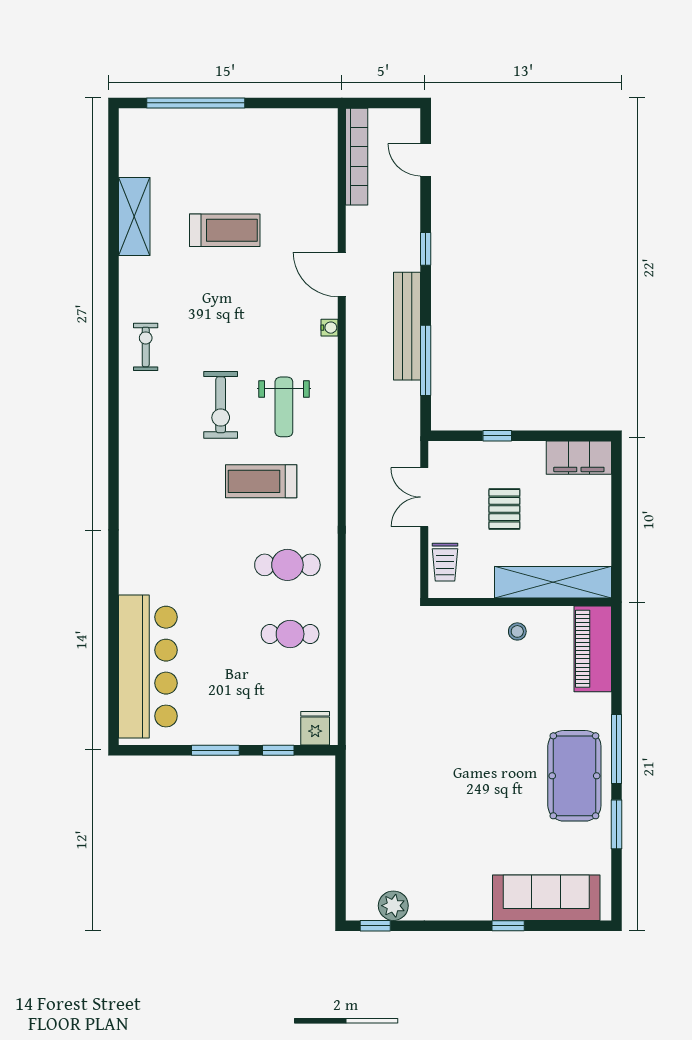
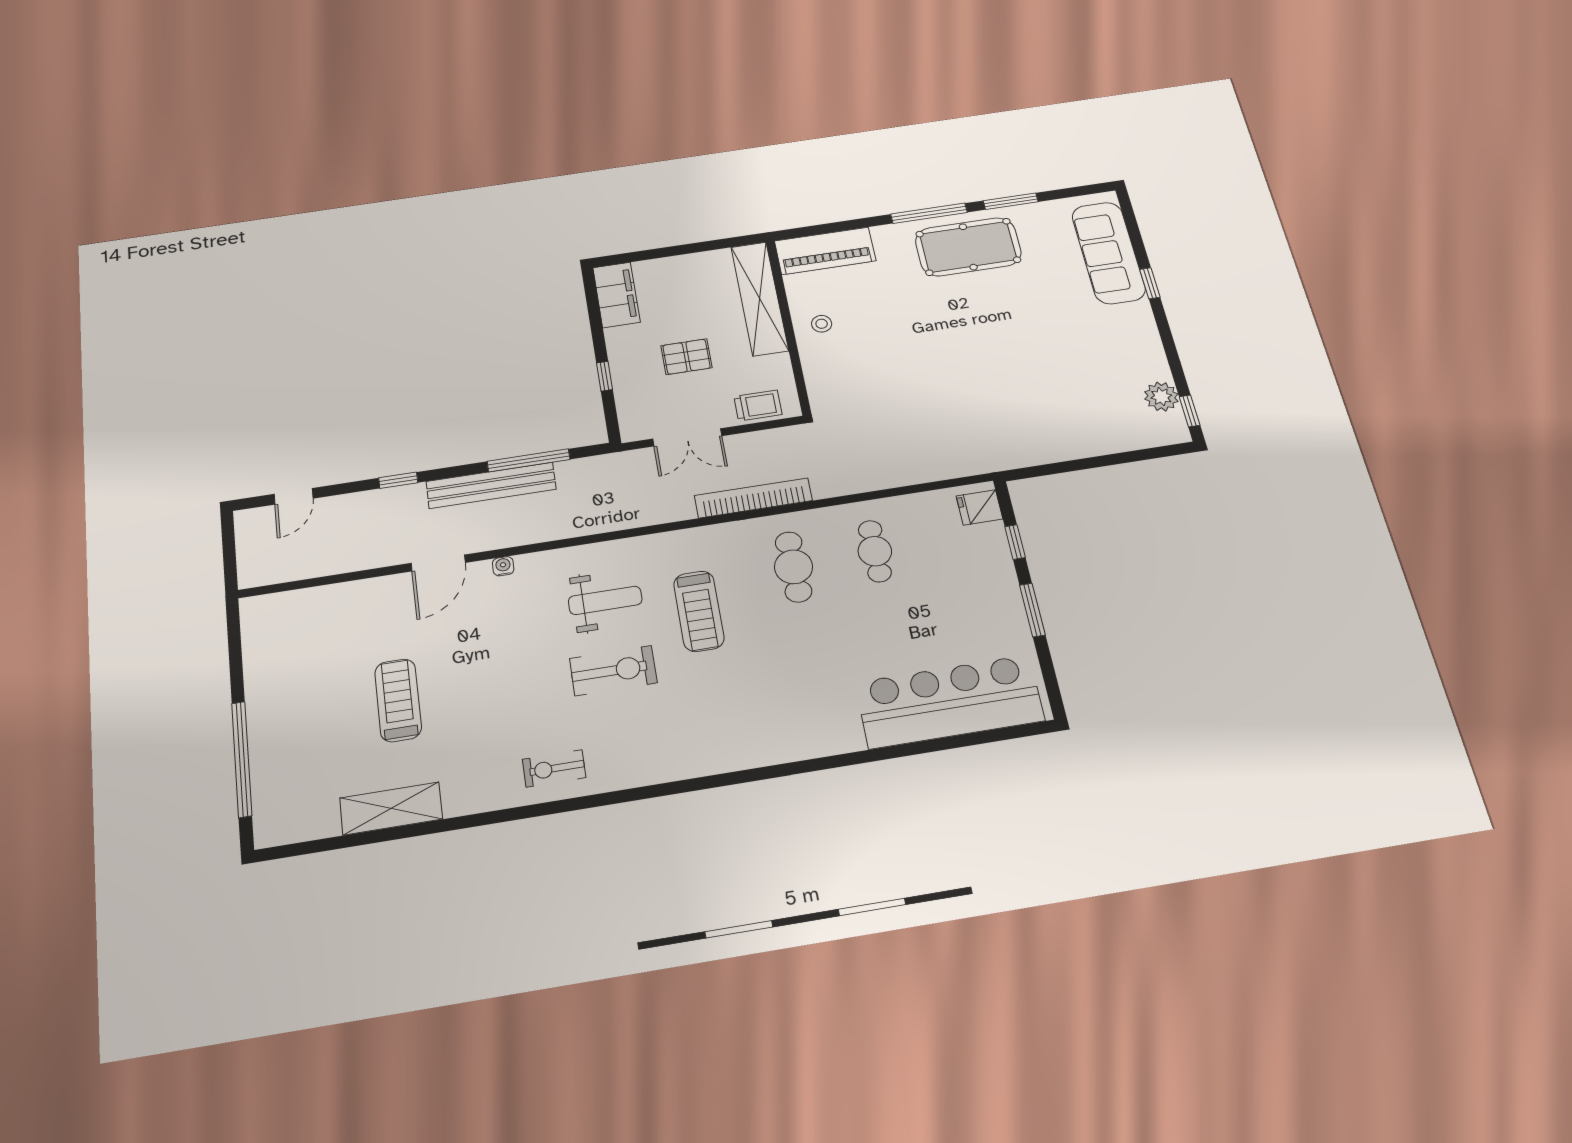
bookcase: (357, 157) -> (753, 498), moved

